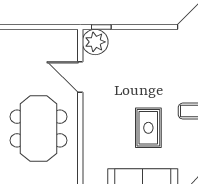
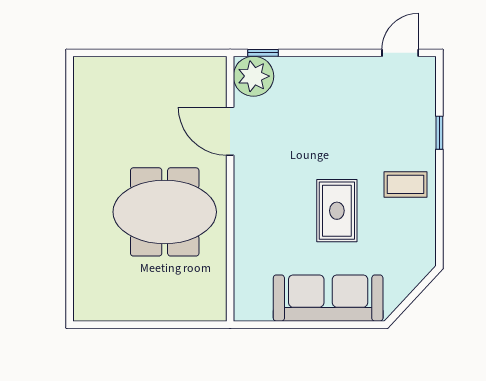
meeting table: (38, 129) -> (165, 212), turned 90

